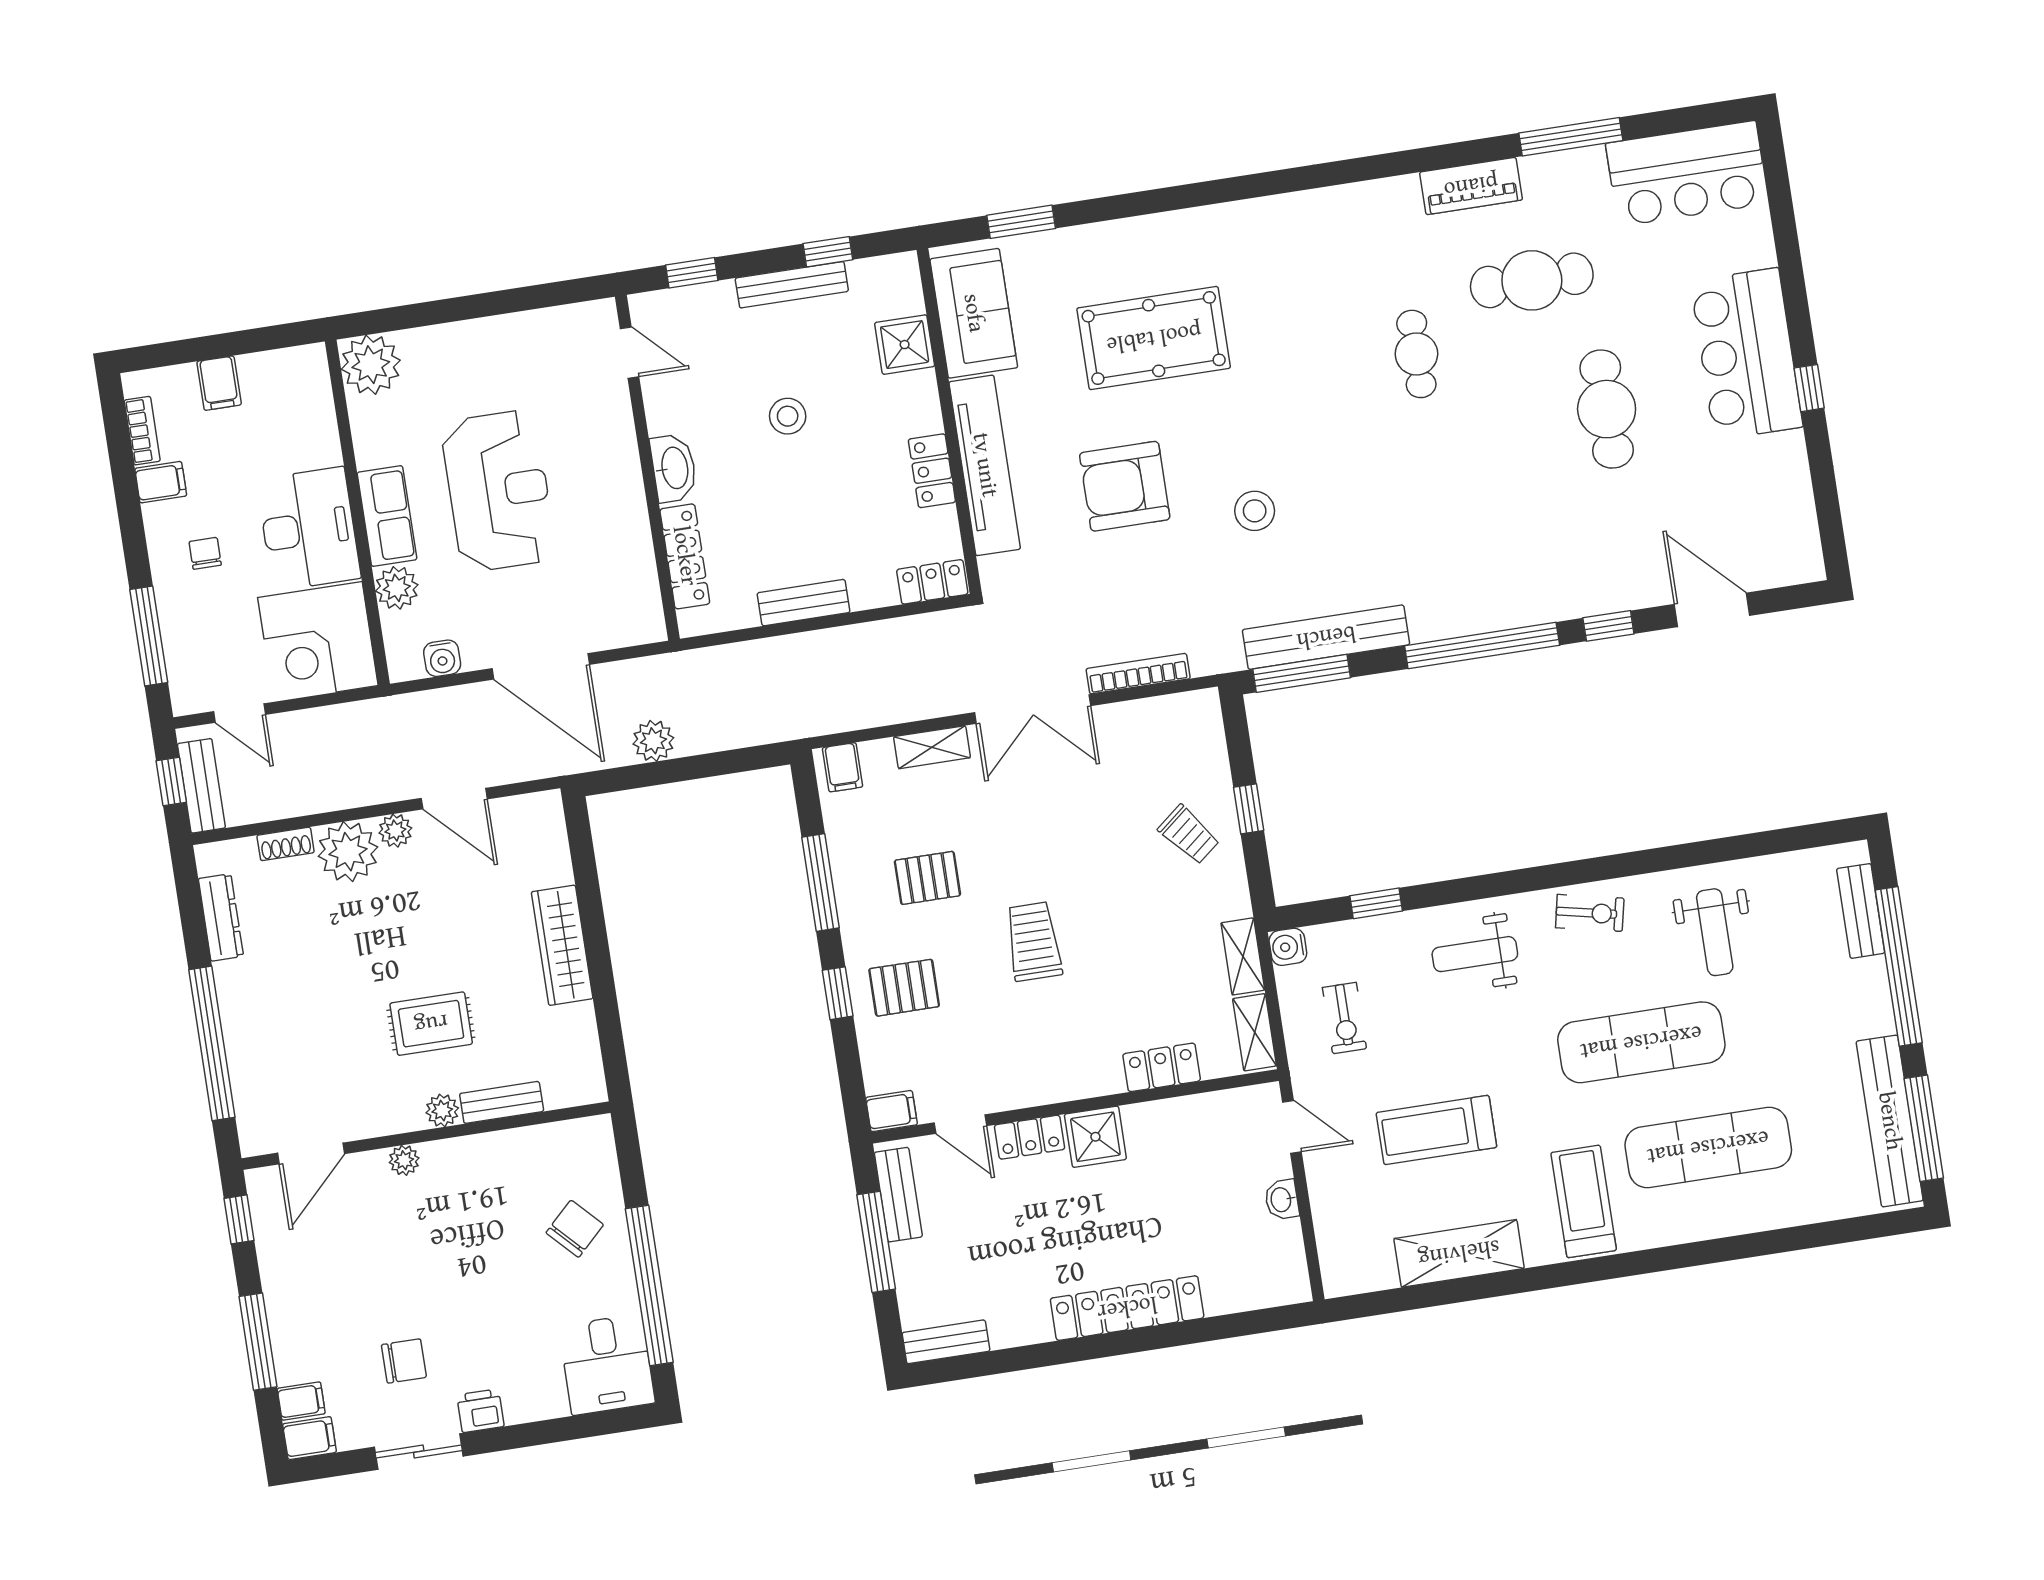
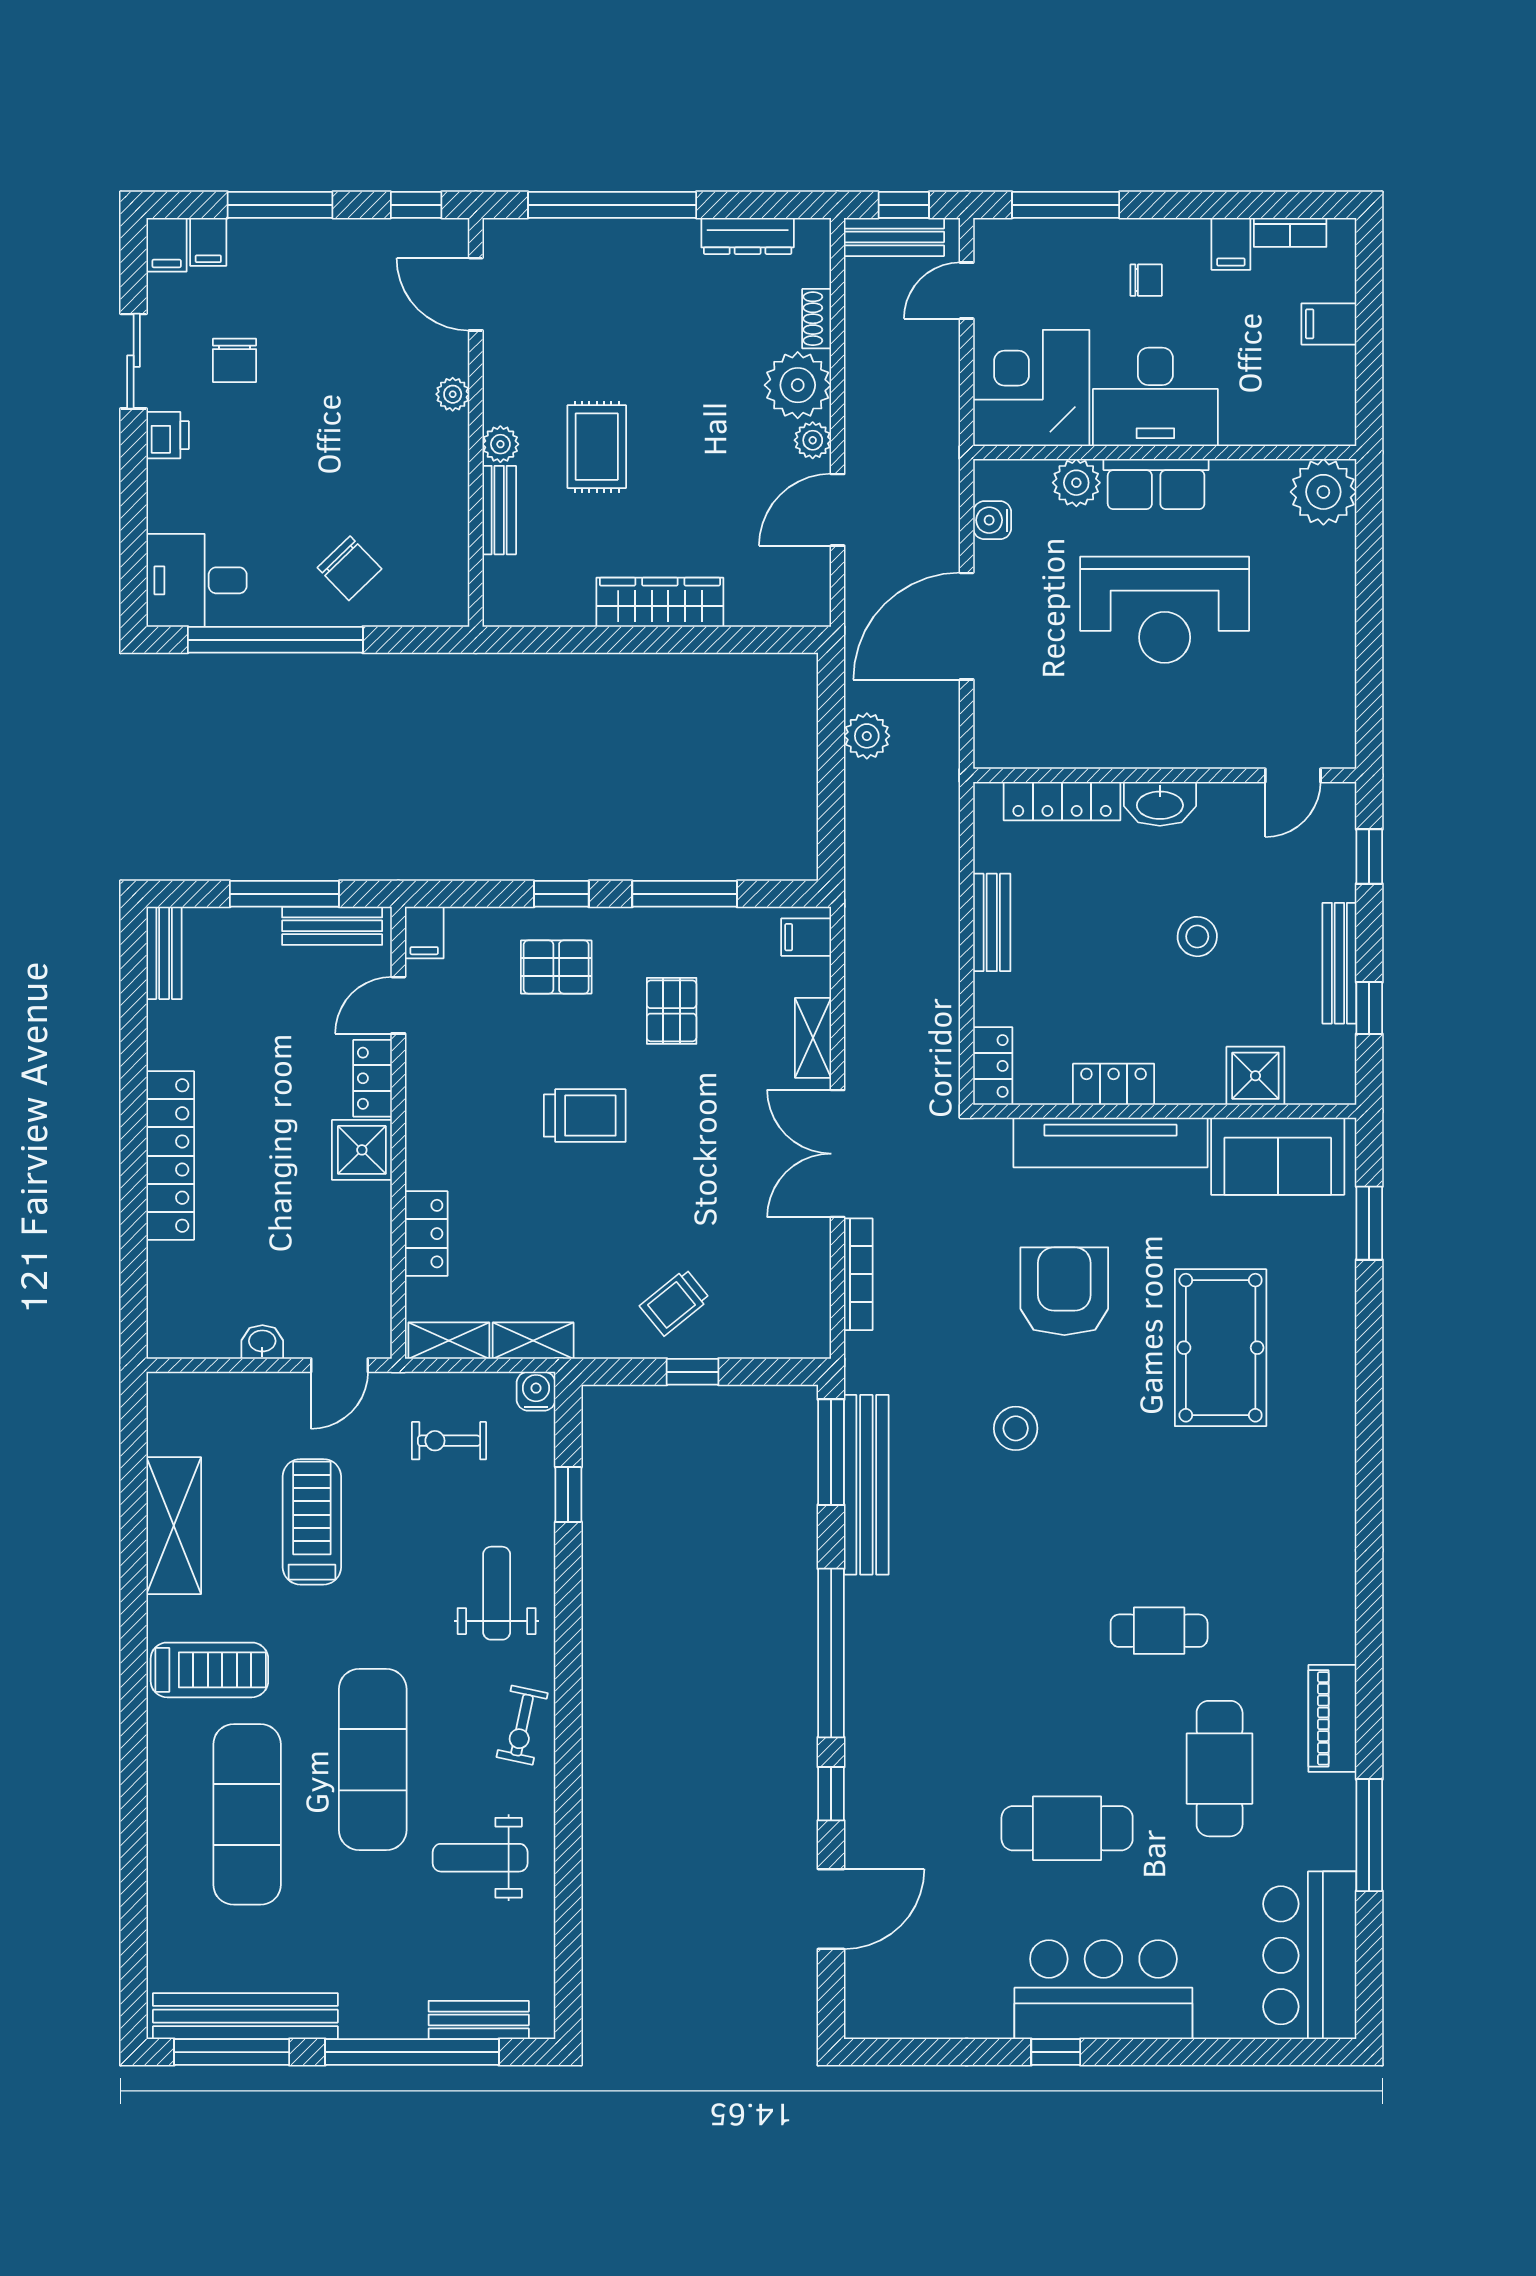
pallet: (904, 988) -> (556, 967), turned 90

